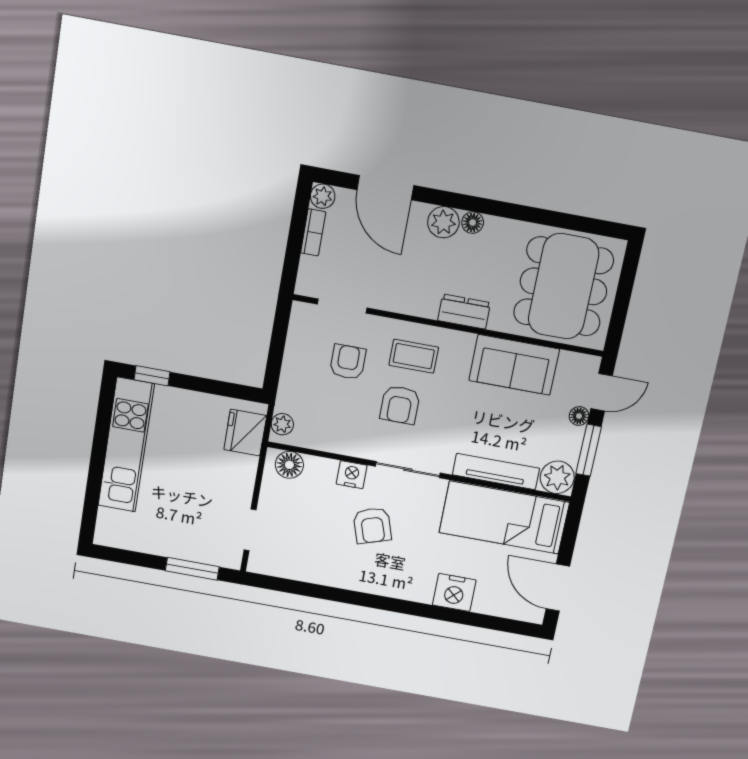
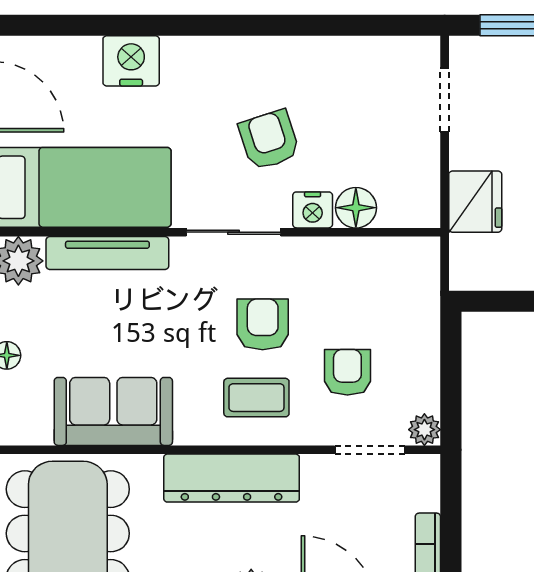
dresser: (464, 312) -> (232, 478), width x1.96, depth x1.24
armchair: (348, 362) -> (347, 372), turned 180
plant: (282, 424) -> (424, 430), moved
fridge: (245, 433) -> (475, 202), moved
floor lamp: (289, 465) -> (356, 208), moved

